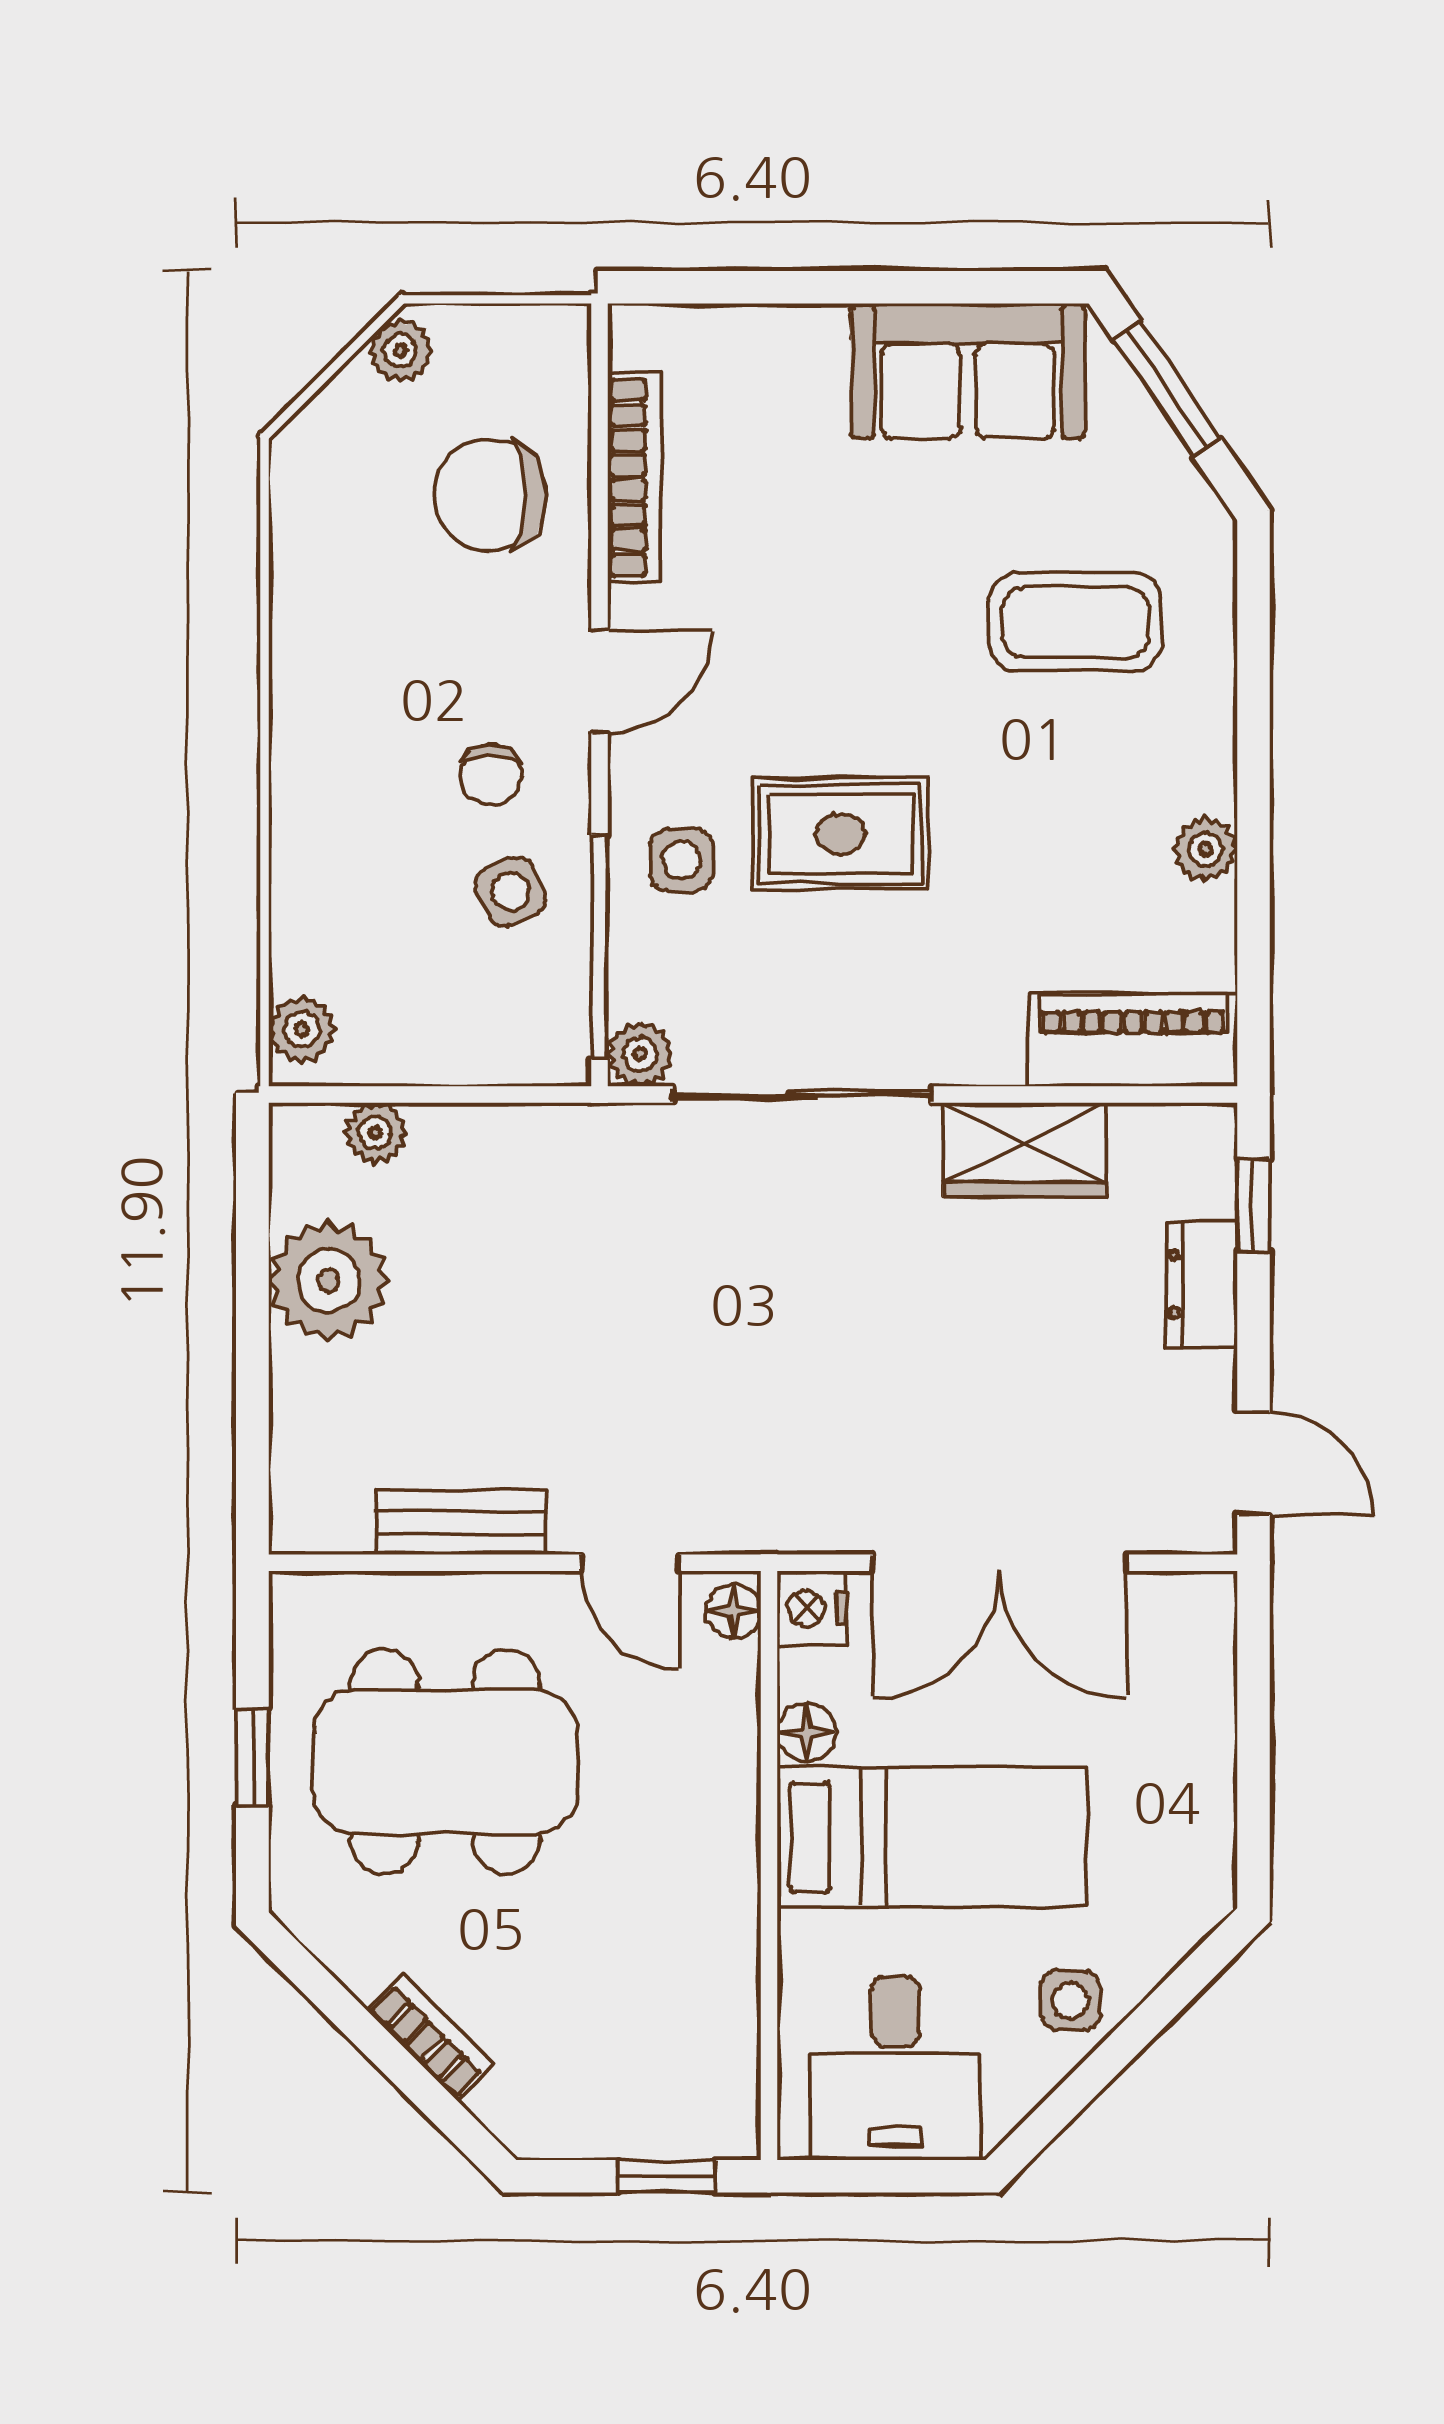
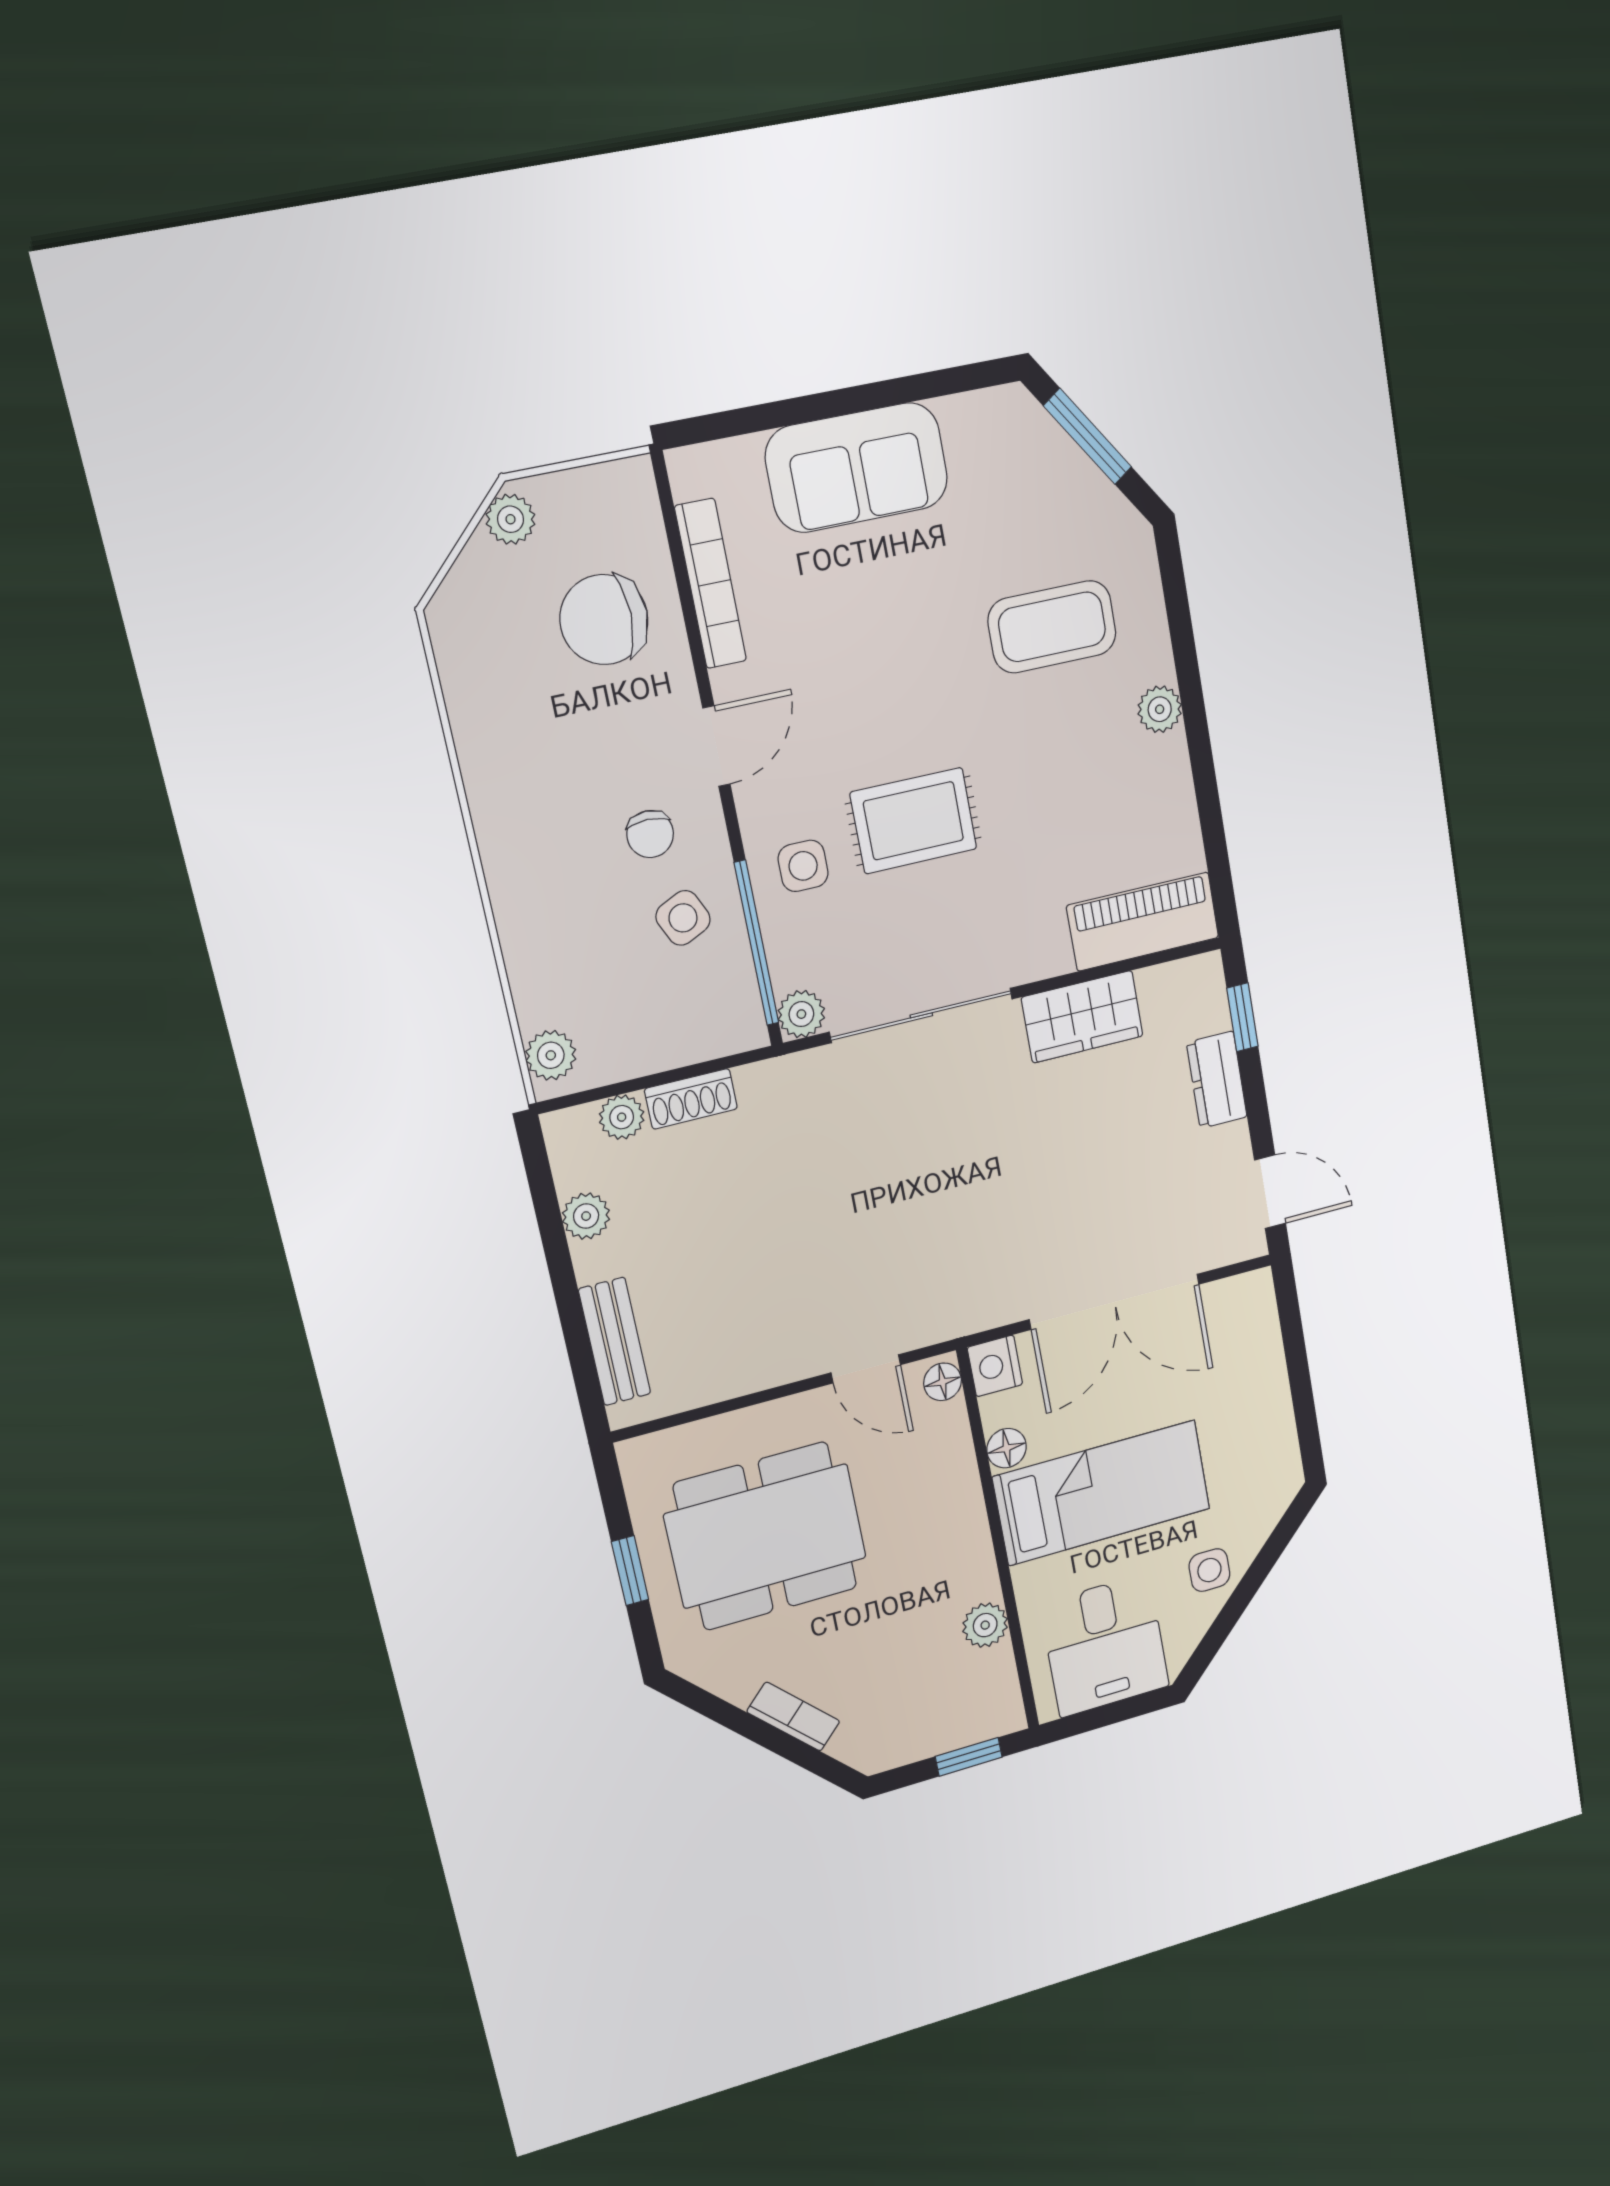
sofa: (968, 371) -> (857, 468), moved
plant: (1206, 849) -> (1160, 709), moved
shoe rack: (471, 1131) -> (691, 1099), added
plant: (329, 1281) -> (586, 1216), width x0.53, depth x0.53
bench: (461, 1522) -> (615, 1341), moved, turned 90
plant: (727, 1985) -> (985, 1625), added

